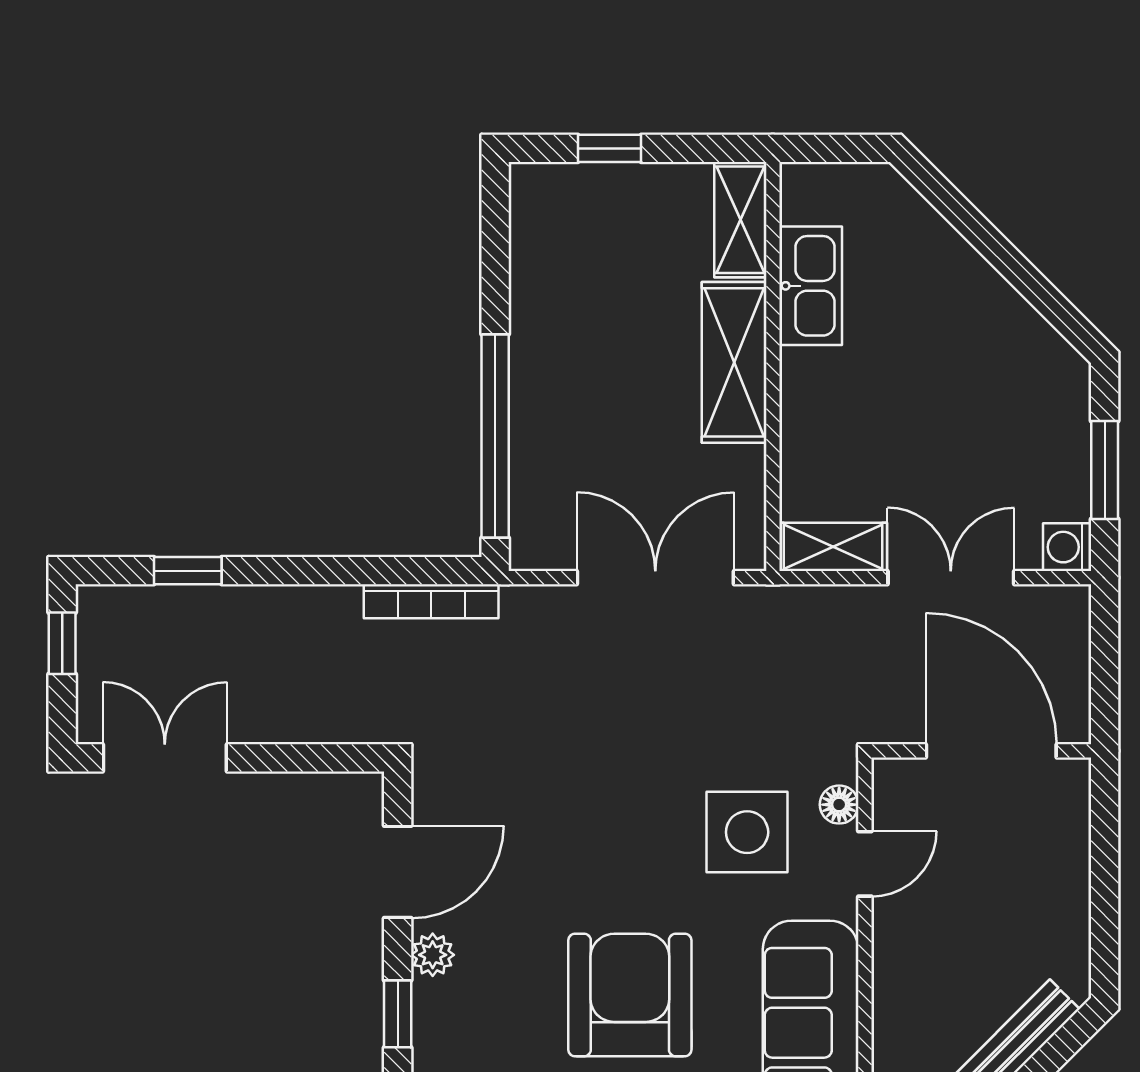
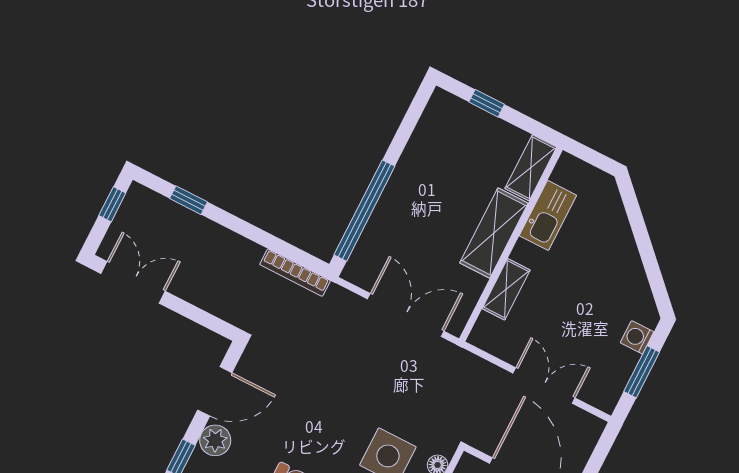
shelving: (833, 547) -> (506, 289), moved, turned 90
washing machine: (1067, 547) -> (637, 337), moved
plant: (433, 955) -> (215, 440), width x1.38, depth x1.38

